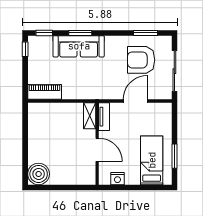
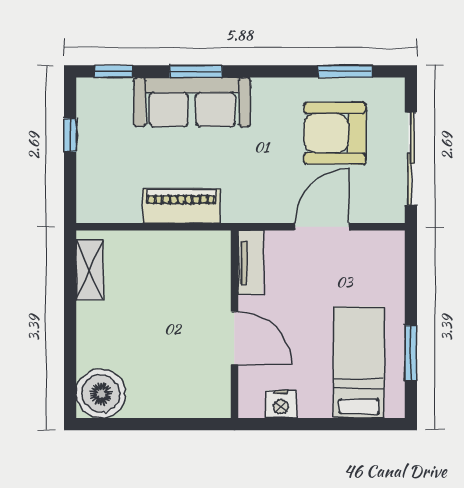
window: (25, 49) -> (70, 135), moved
piano: (45, 92) -> (181, 206), moved
shelving: (90, 116) -> (90, 270), moved

